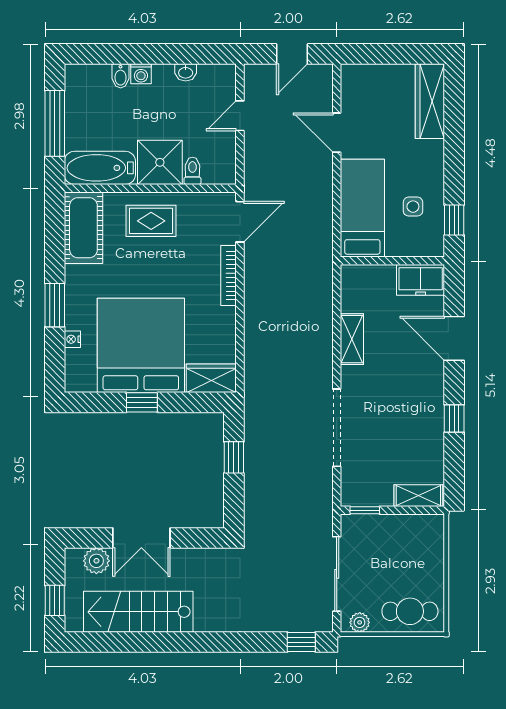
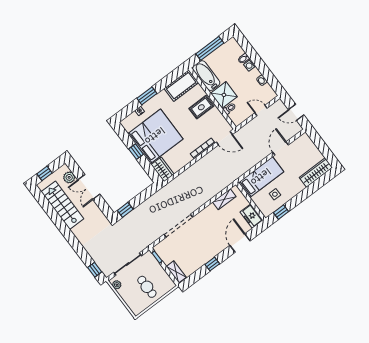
rug: (151, 221) -> (201, 107), turned 90
shelving: (352, 339) -> (224, 199), moved
window: (234, 457) -> (125, 210), moved
cafe table: (410, 611) -> (147, 287), moved

